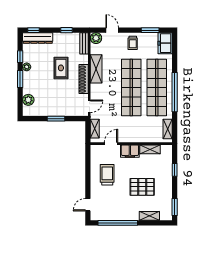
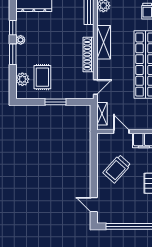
rug: (61, 68) -> (42, 77), moved
door: (111, 144) -> (121, 132), hinge flipped
trolley: (107, 175) -> (117, 169), turned -138
door: (88, 205) -> (94, 205), hinge flipped

